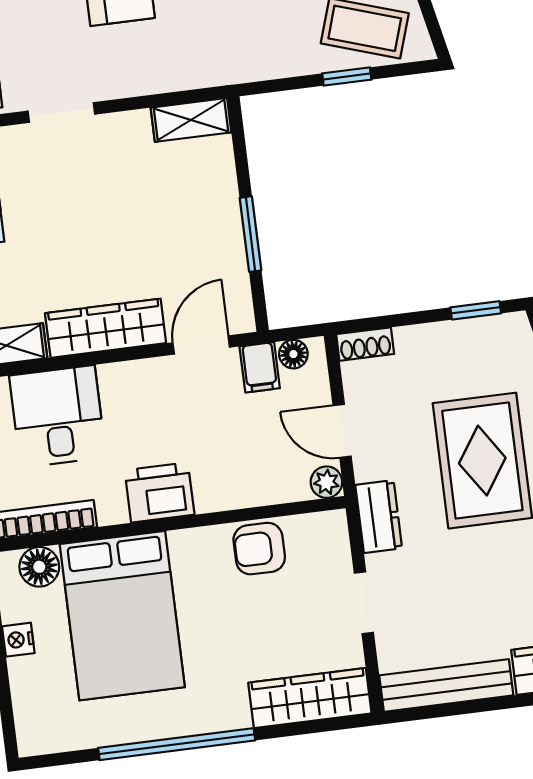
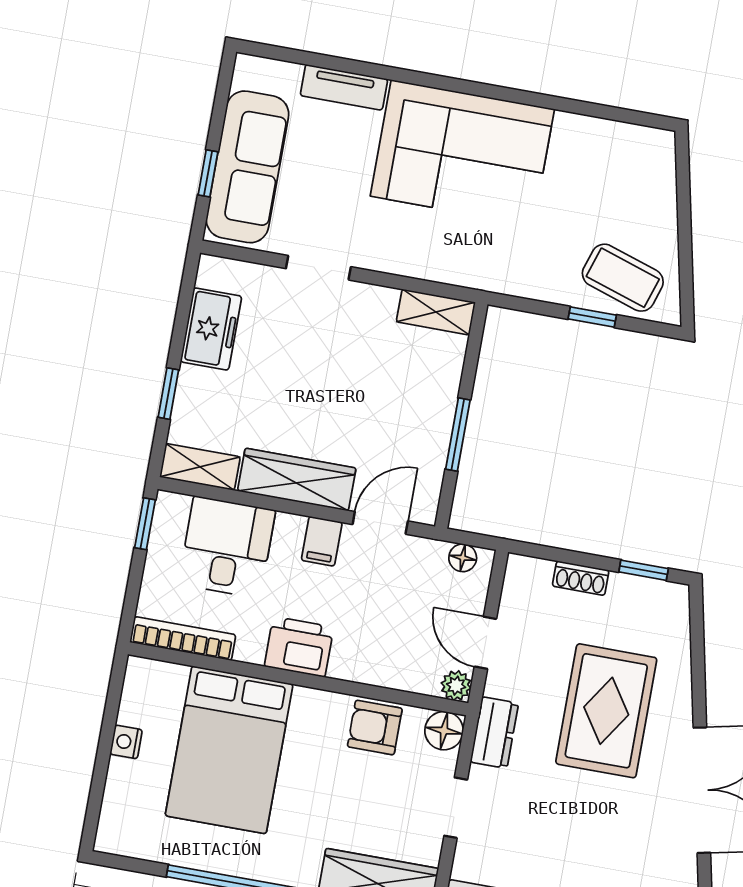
shoe rack: (365, 344) -> (581, 578), moved
filing cabinet: (260, 367) -> (322, 541), moved
floor lamp: (39, 567) -> (444, 731), moved

